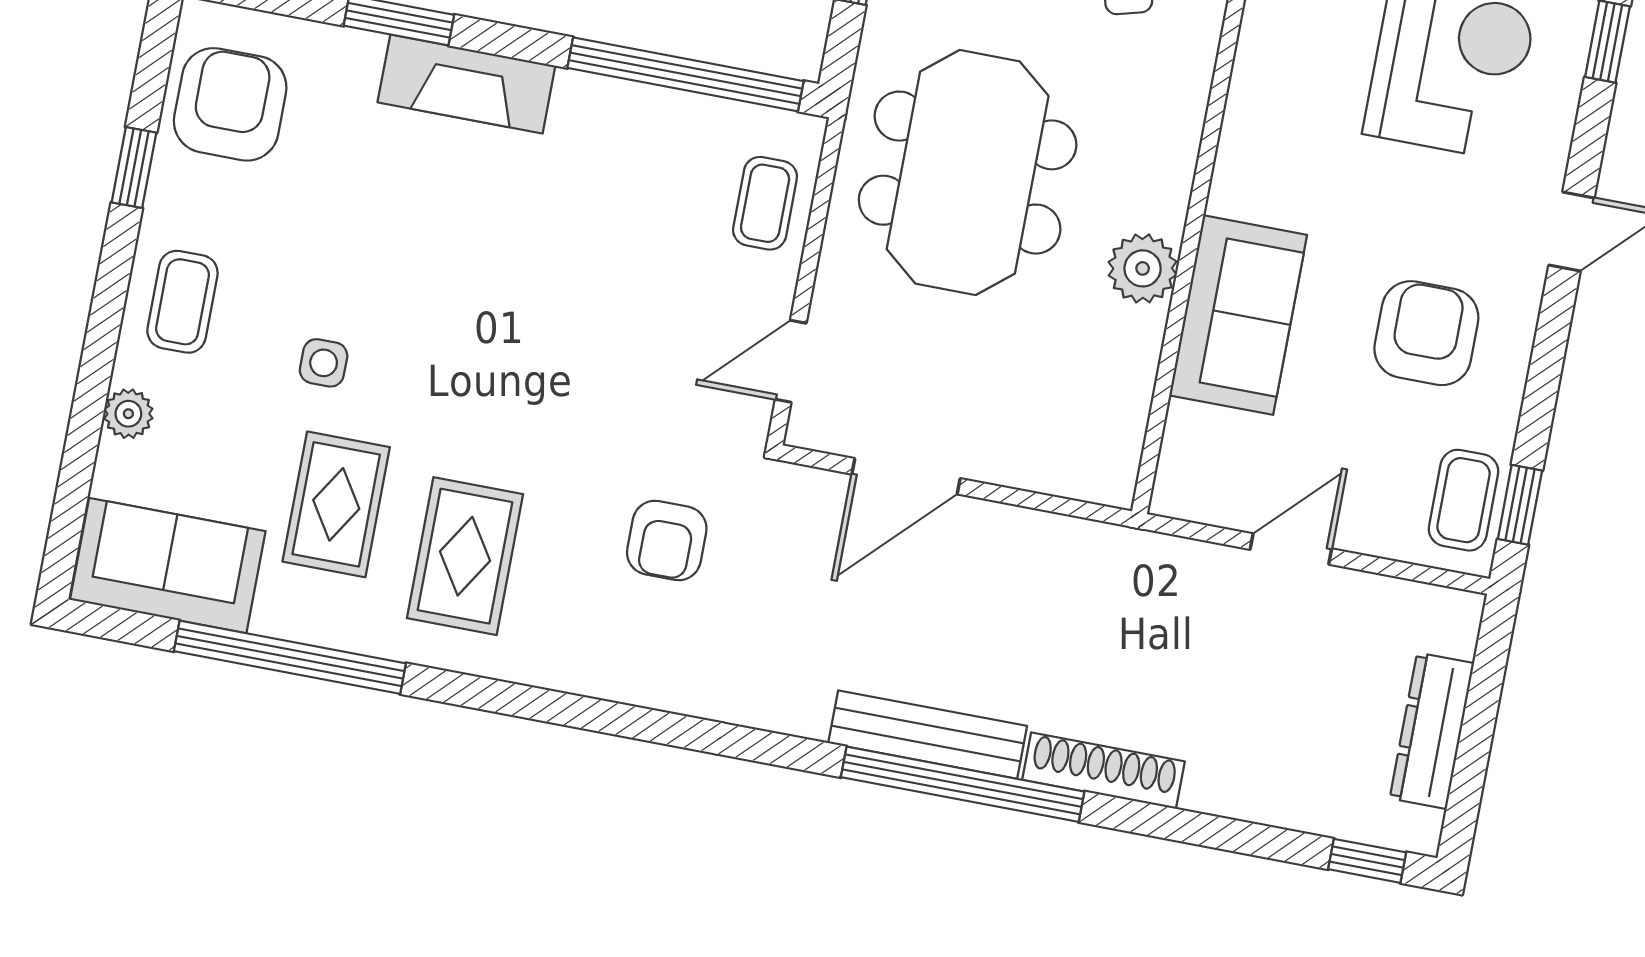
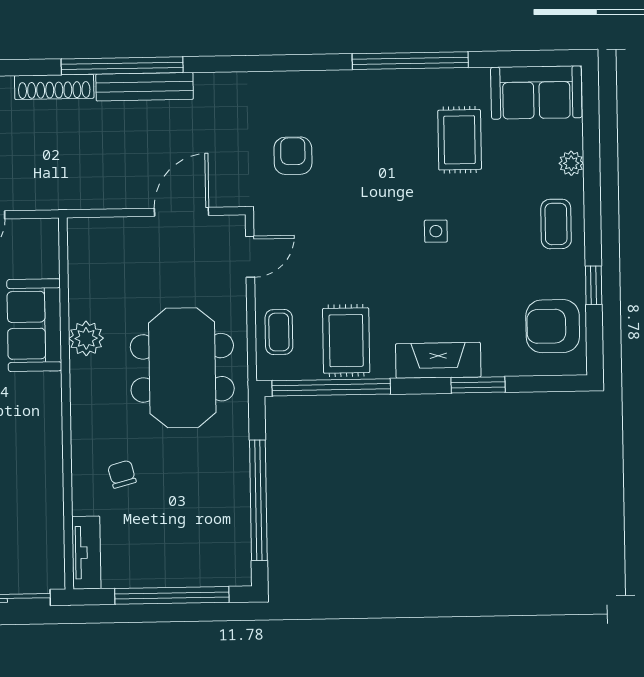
armchair: (230, 104) -> (553, 326), turned 90
side table: (324, 363) -> (436, 231), moved
rug: (465, 556) -> (346, 341), moved
window: (290, 657) -> (410, 61), moved

